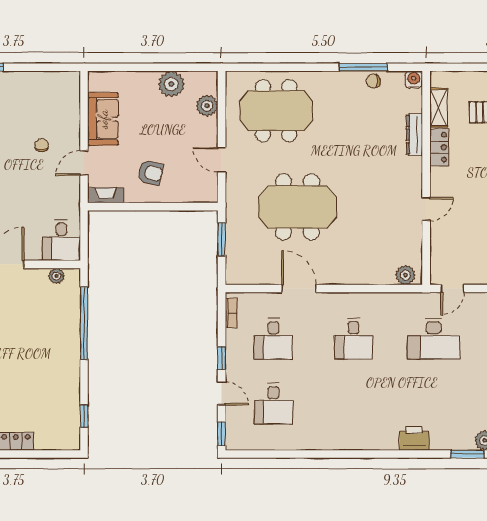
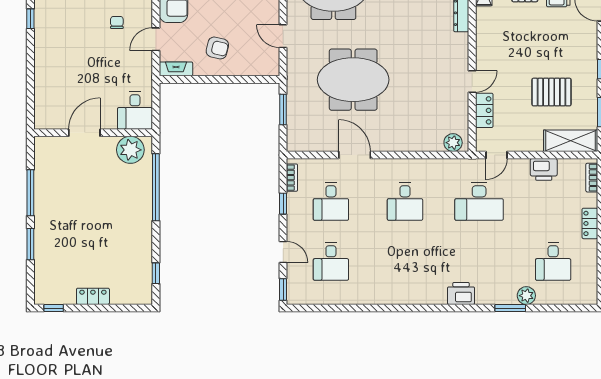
locker: (439, 147) -> (484, 110), moved
plant: (56, 276) -> (130, 150), width x1.87, depth x1.87
window: (222, 358) -> (283, 204), moved

